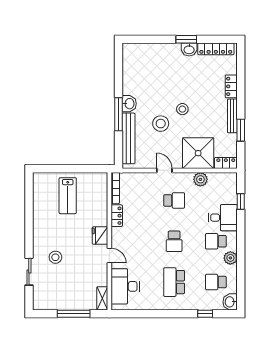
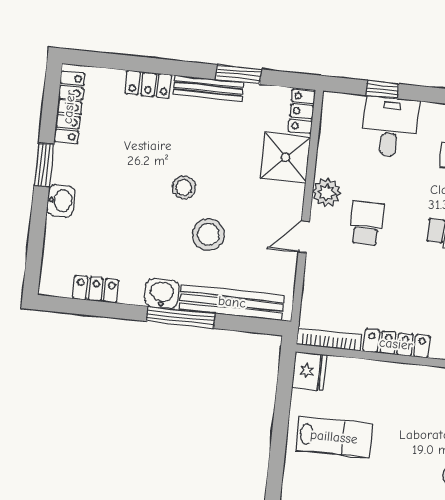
washbasin: (189, 49) -> (61, 201), moved
locker: (128, 71) -> (96, 289), added
shower: (198, 153) -> (285, 157), width x0.73, depth x0.73
plant: (200, 179) -> (327, 193), moved
locker: (117, 216) -> (396, 344), width x1.53
desk: (223, 218) -> (390, 127), moved
fridge: (100, 236) -> (309, 371), moved, turned -90

